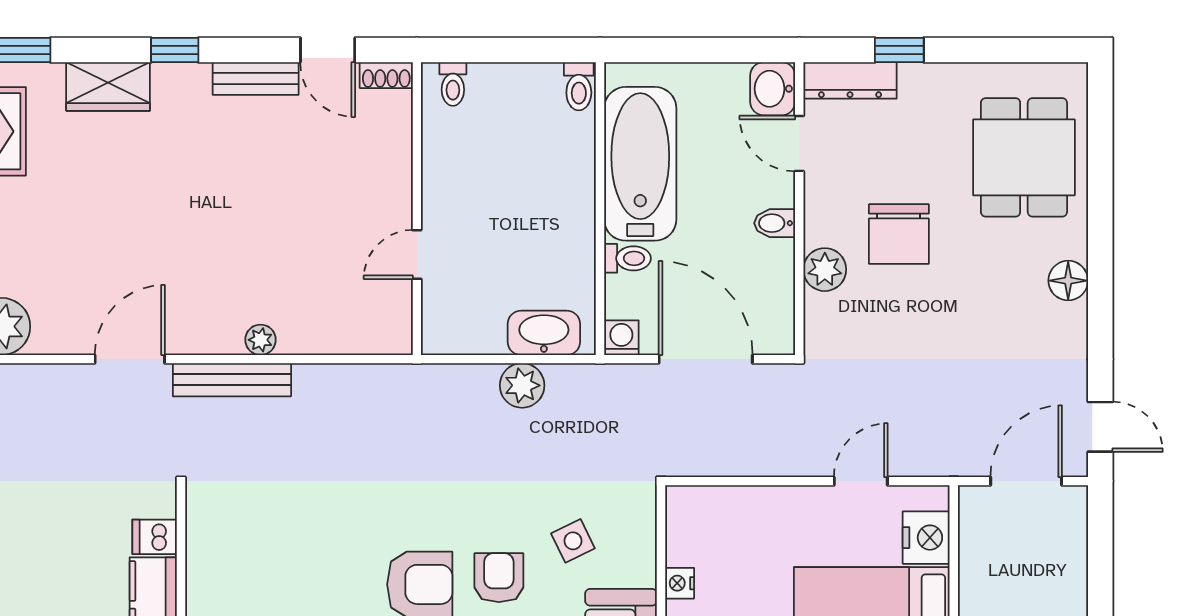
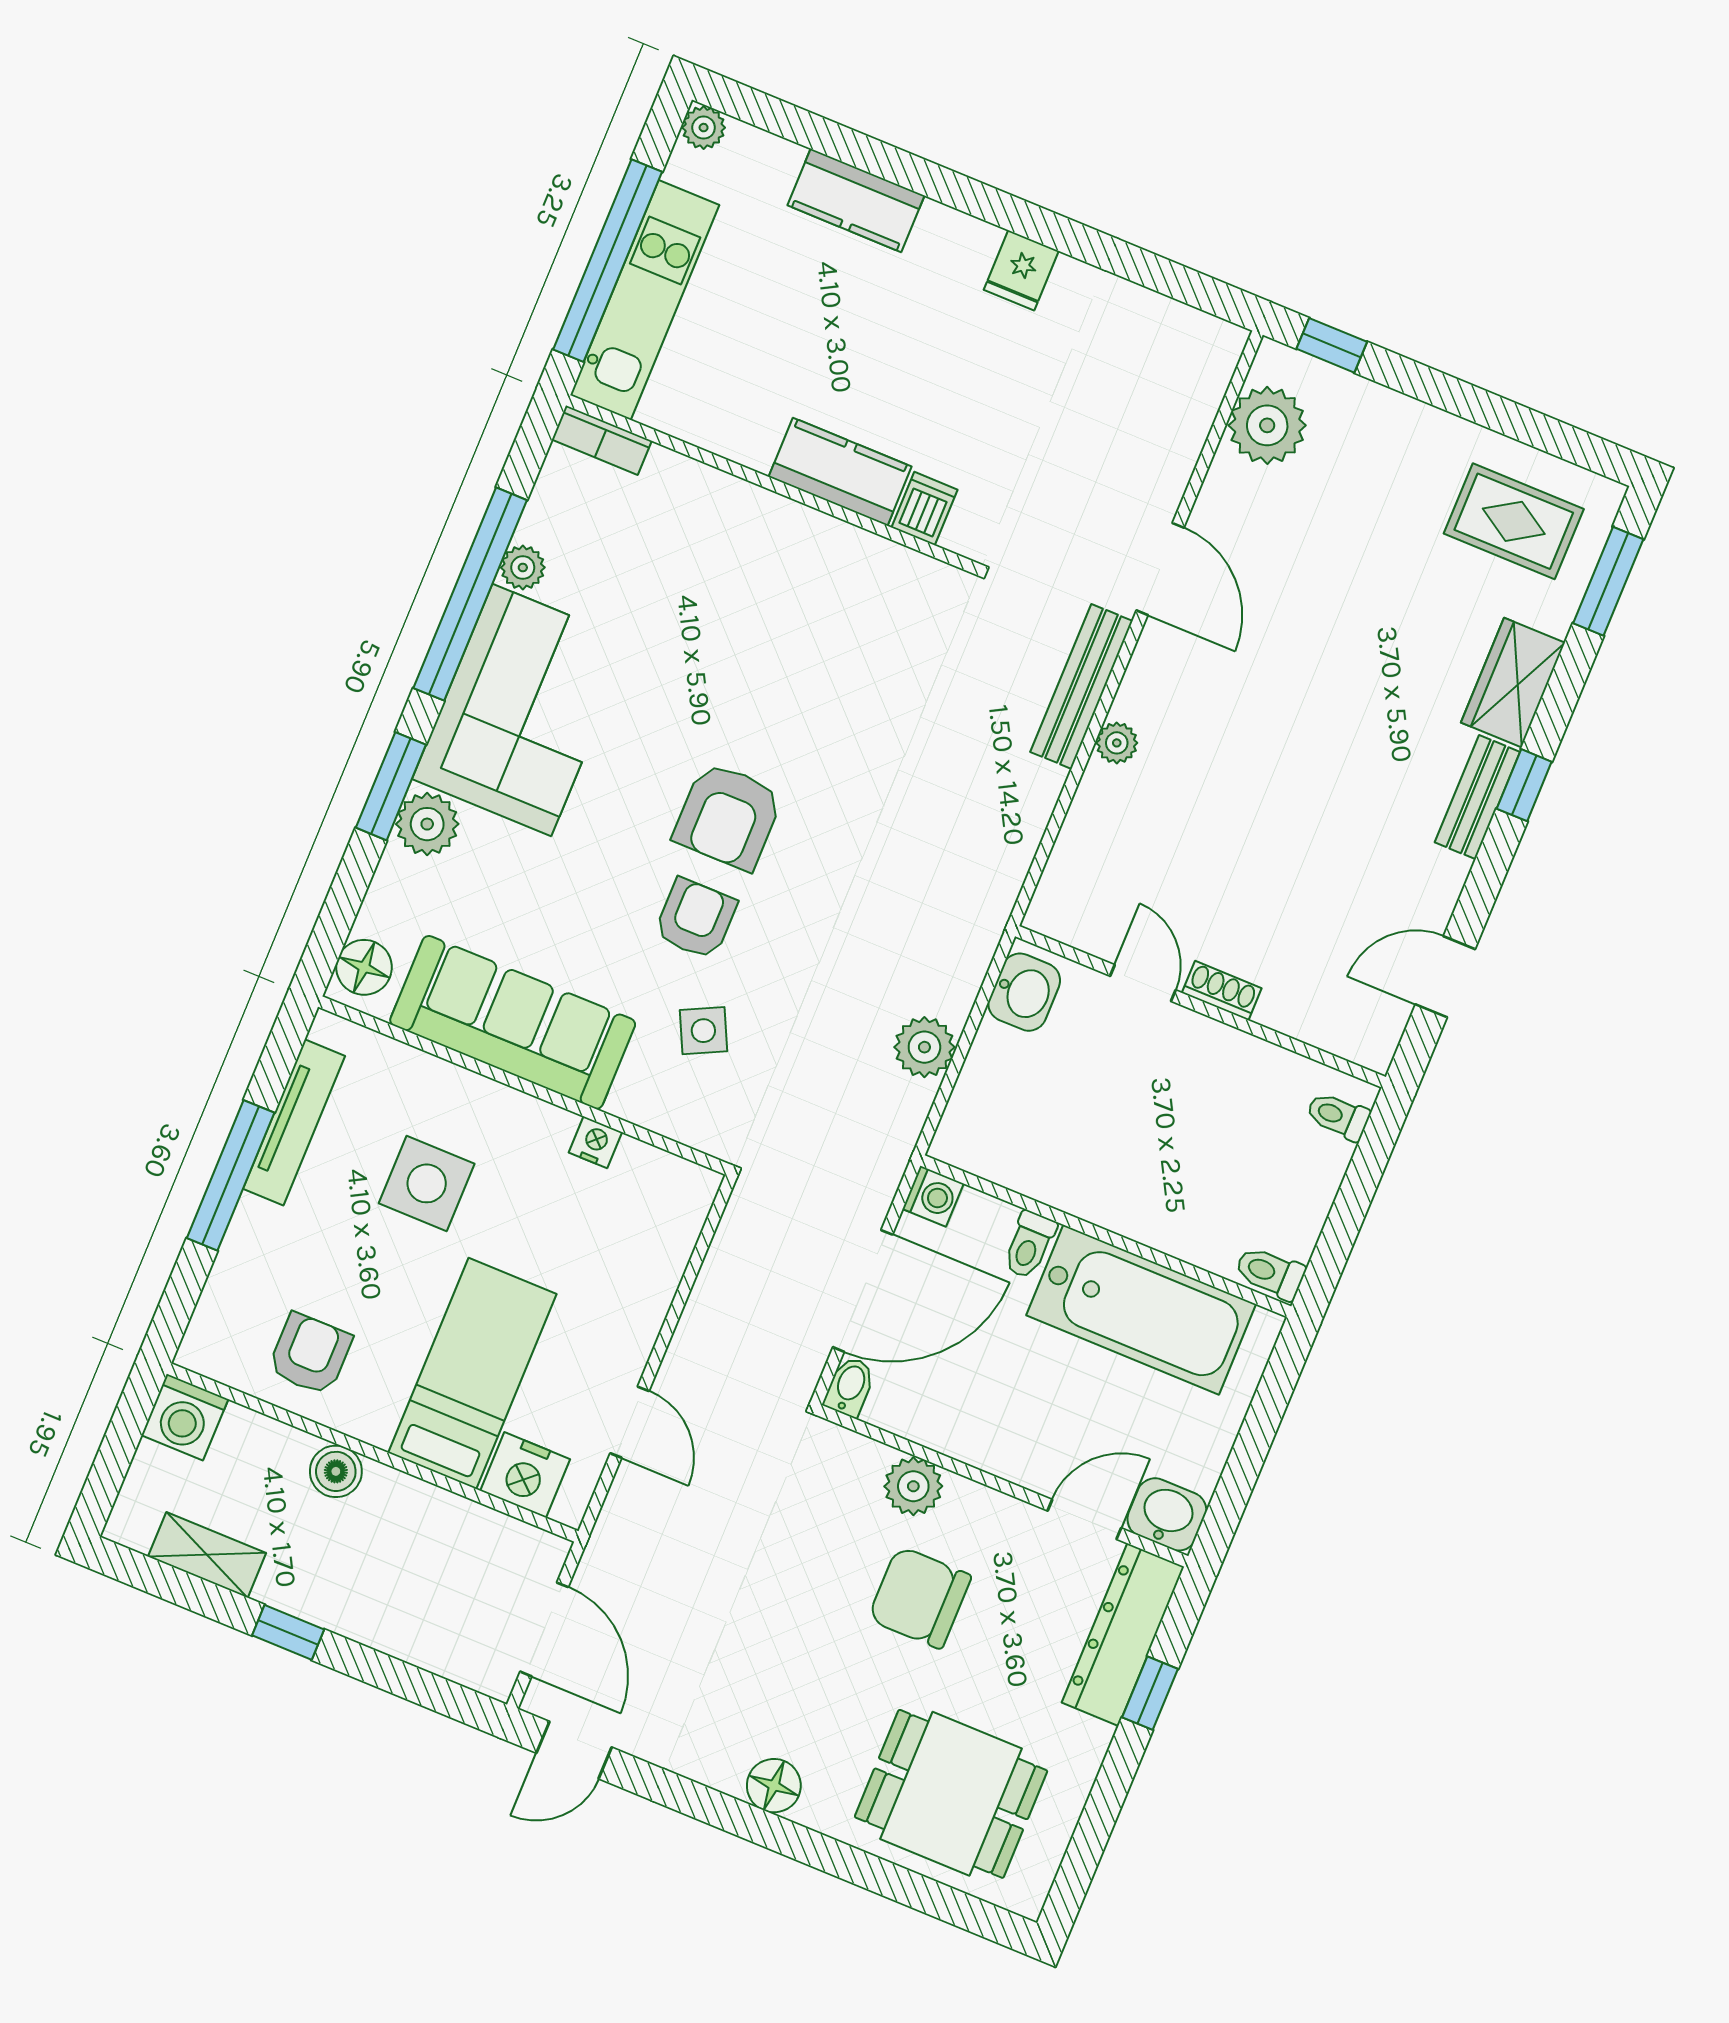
shoe rack: (386, 75) -> (1222, 991), moved, turned 90
bench: (256, 79) -> (1477, 797), moved
dresser: (850, 80) -> (1123, 1635), width x1.37, depth x1.24
bidet: (775, 223) -> (850, 1387), moved
washbasin: (544, 333) -> (1024, 992), moved, width x0.72
armchair: (499, 578) -> (696, 919), turned -90

